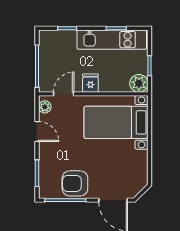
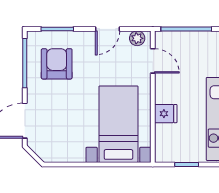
fridge: (90, 83) -> (166, 114), moved
plant: (139, 83) -> (165, 152), removed
armchair: (75, 183) -> (57, 64), moved

